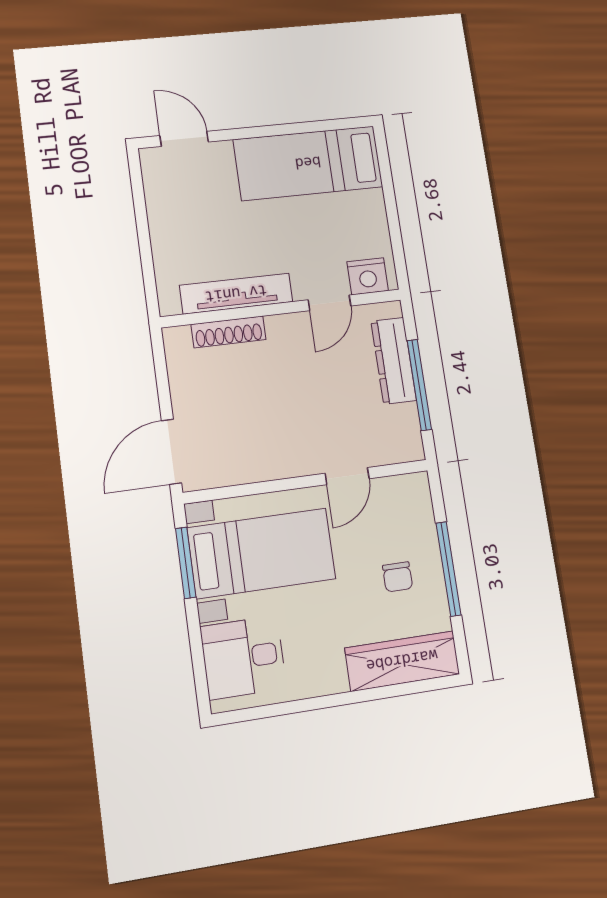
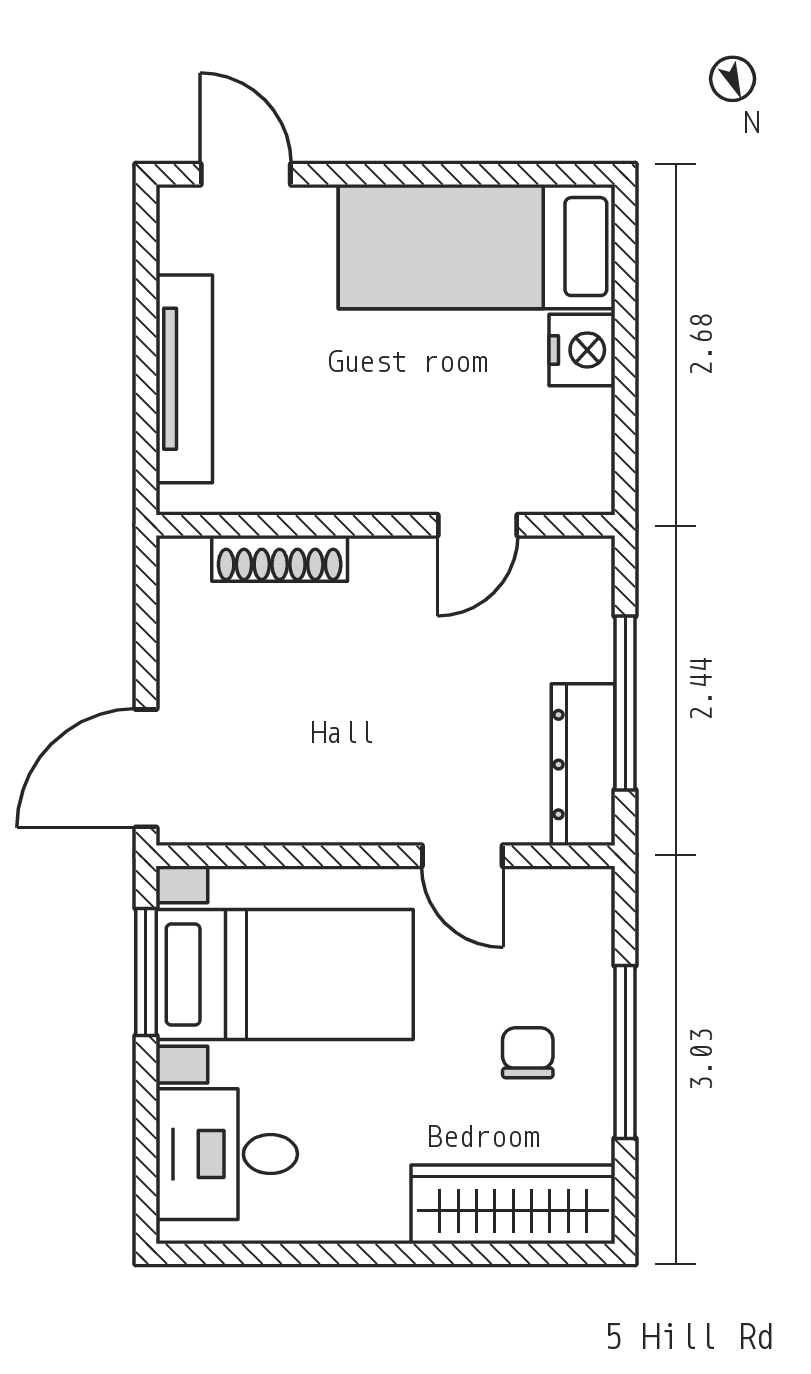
nightstand: (368, 276) -> (582, 350), moved, turned -90
tv unit: (236, 294) -> (184, 379), moved, turned 90
dresser: (394, 361) -> (583, 765), moved
door: (347, 476) -> (462, 856), hinge flipped
chair: (398, 577) -> (528, 1053), turned 180

